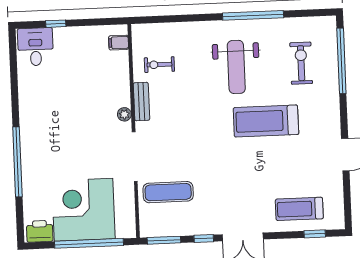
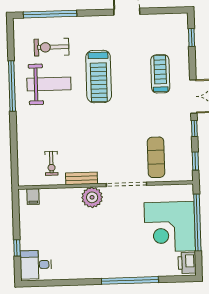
weight bench: (236, 67) -> (49, 84), moved
plant: (124, 114) -> (92, 197), width x1.88, depth x1.88
treadmill: (299, 209) -> (160, 74), moved, turned 180
window: (164, 240) -> (195, 161), width x0.67

